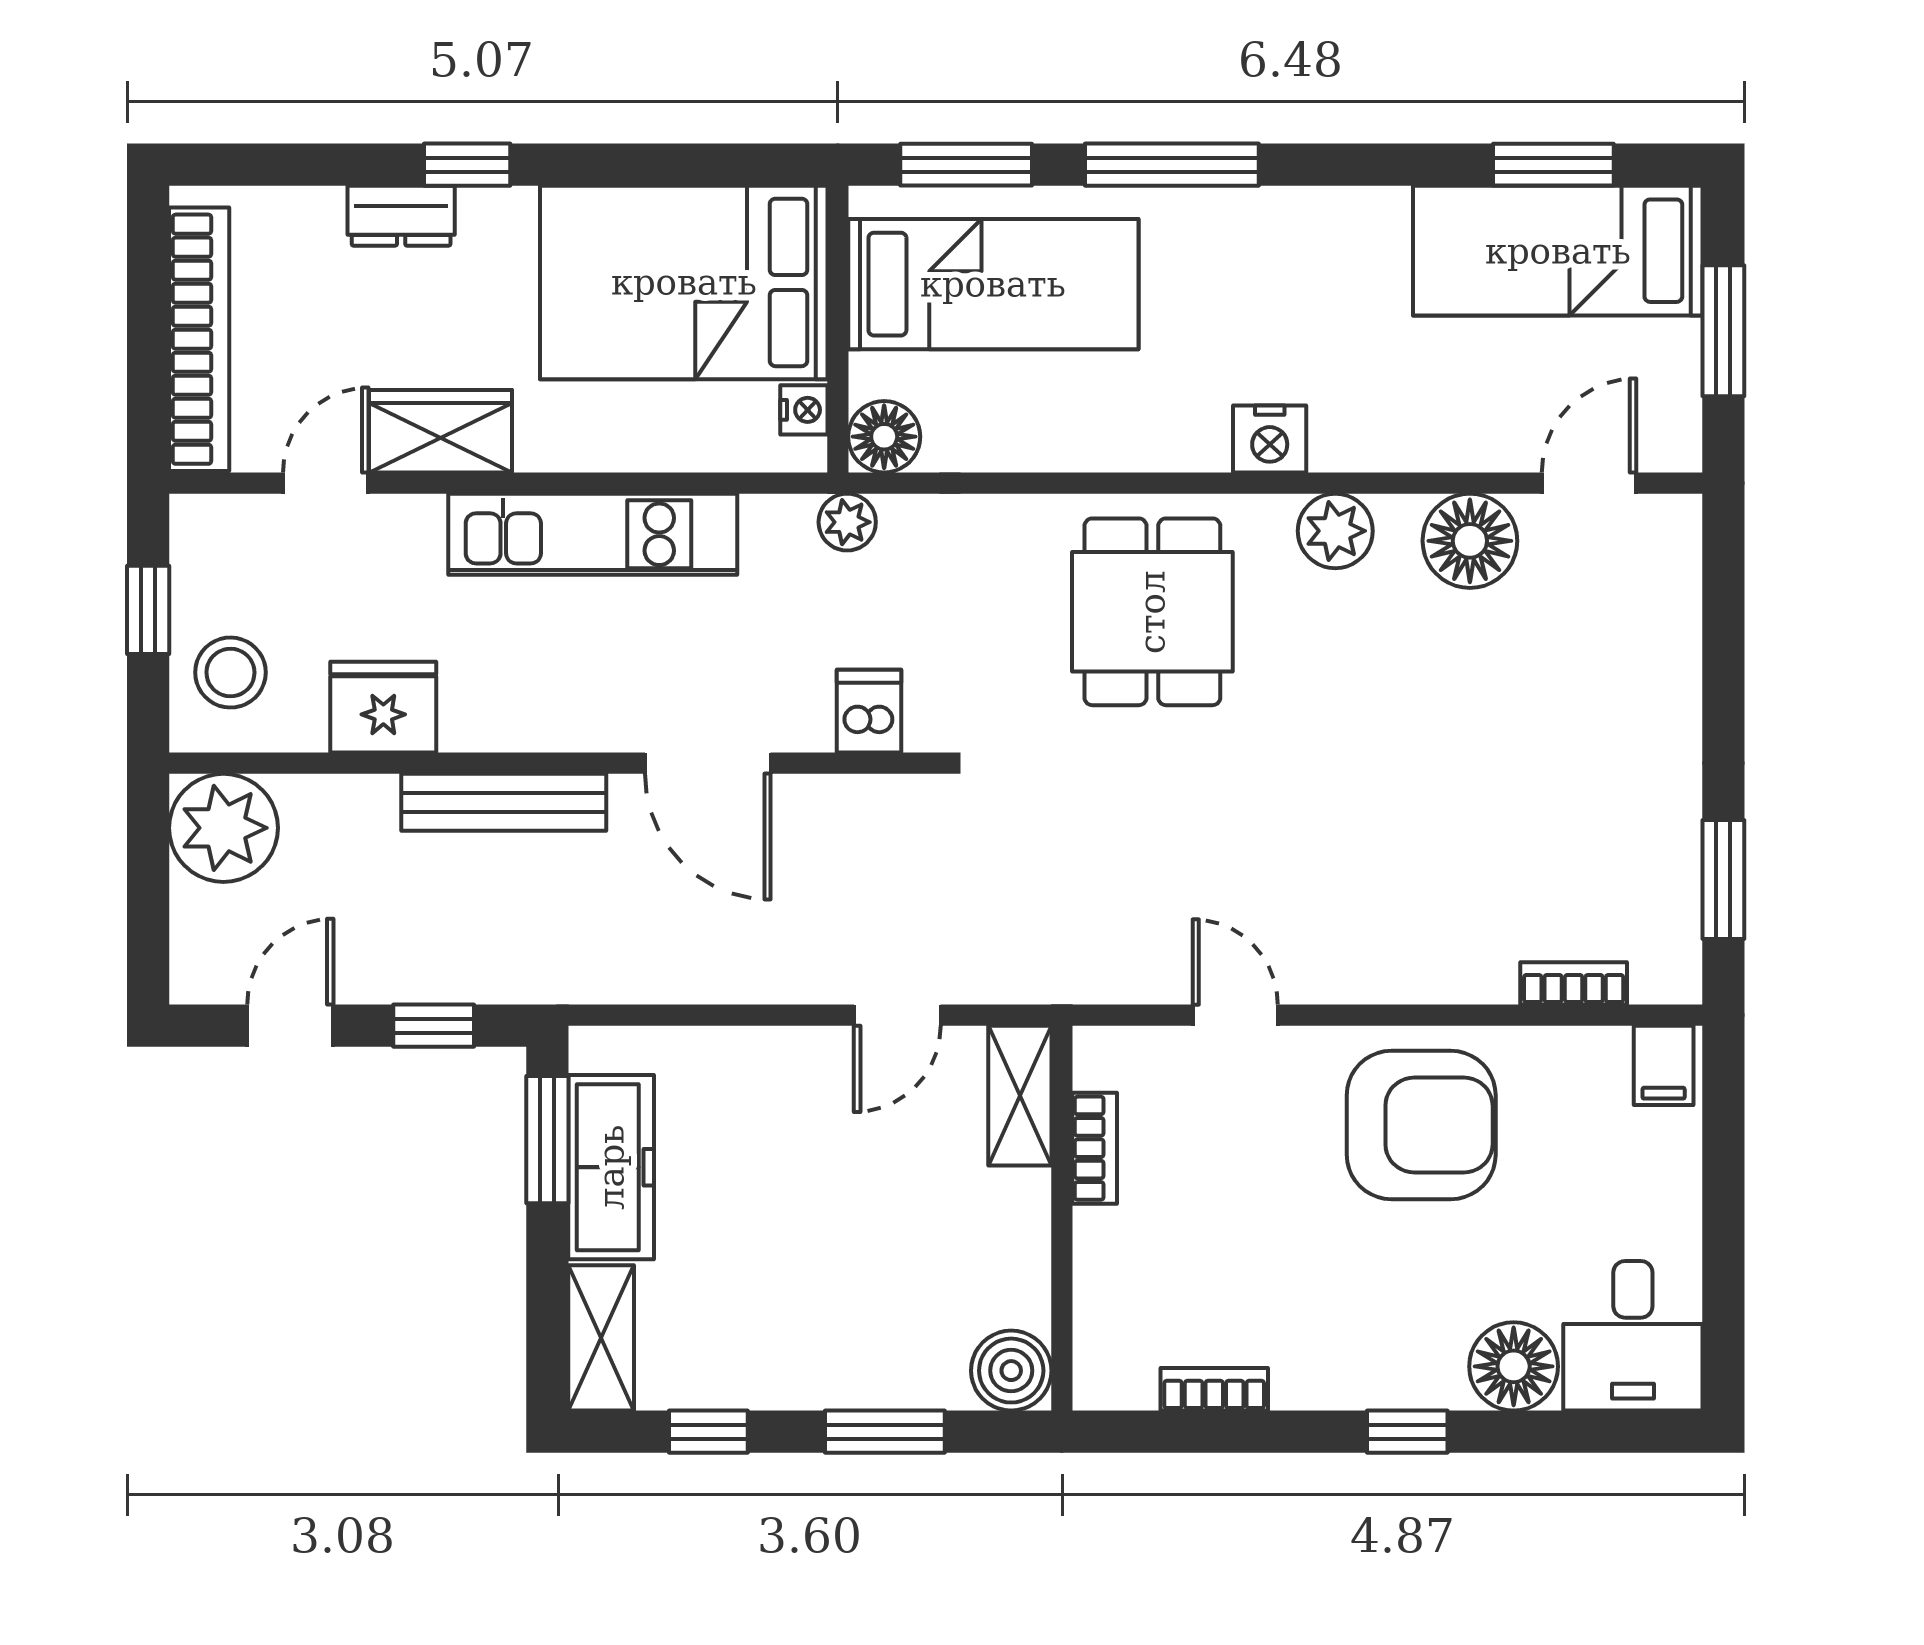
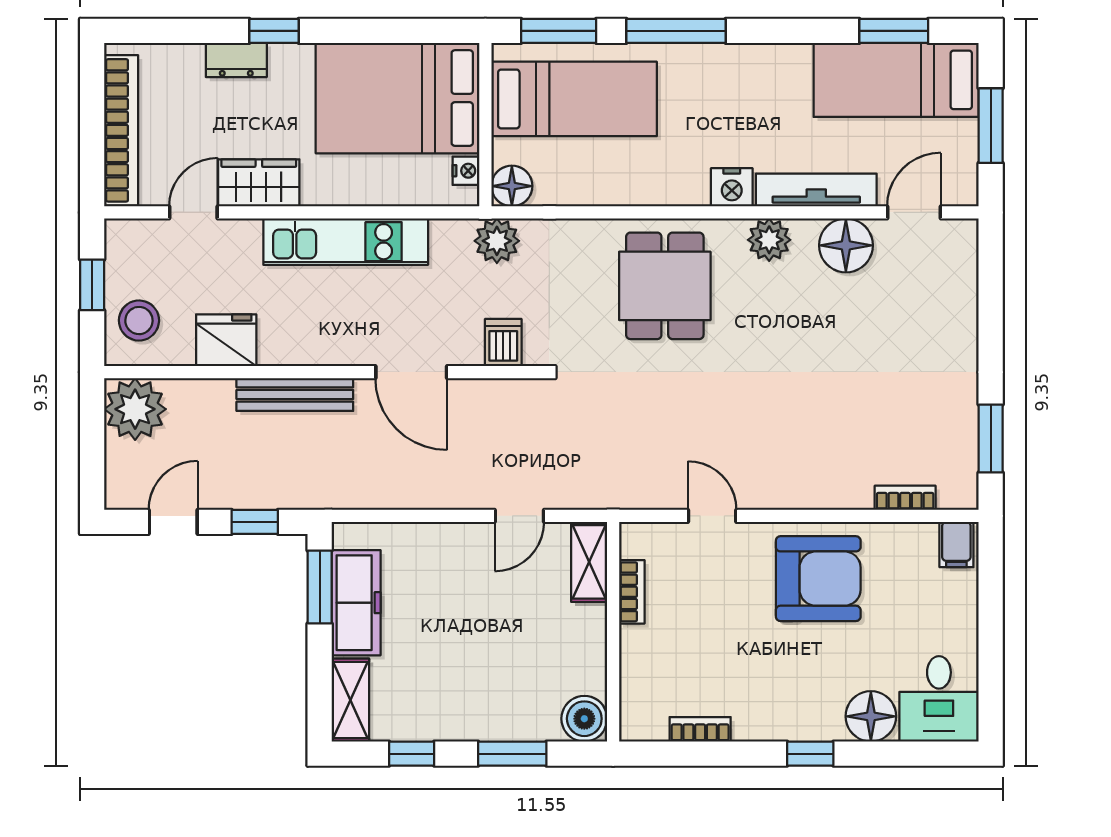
tv unit: (1418, 444) -> (816, 190), added
plant: (847, 522) -> (497, 241), width x1.38, depth x1.38

